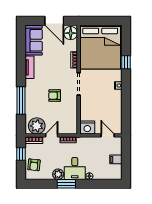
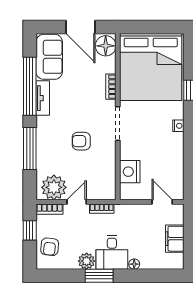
window: (21, 60) -> (30, 86), added
nightstand: (87, 128) -> (130, 172), moved, turned 90
filing cabinet: (116, 159) -> (175, 239), width x2.00

